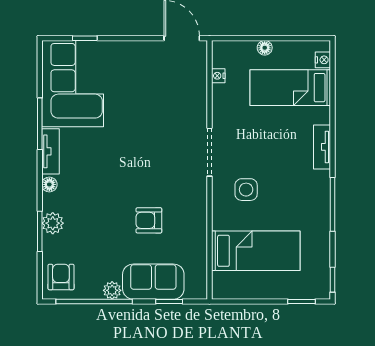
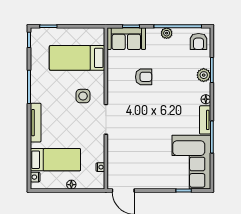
tv unit: (322, 147) -> (36, 123), width x1.41
sofa: (153, 282) -> (126, 39), moved

